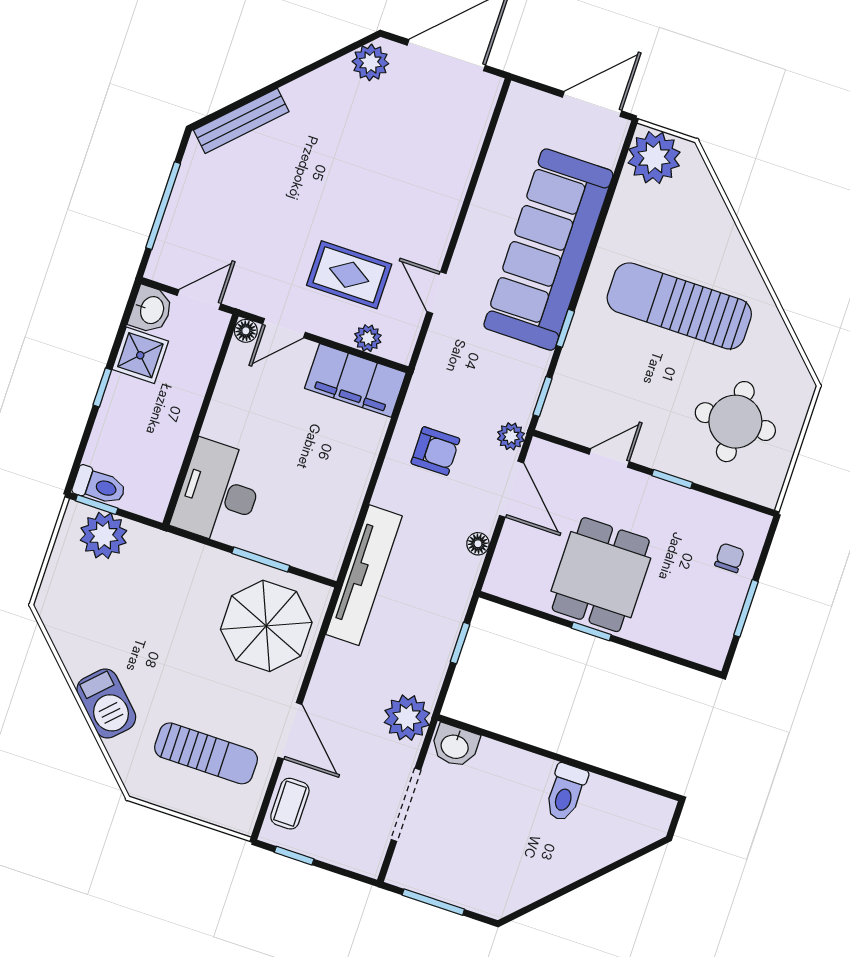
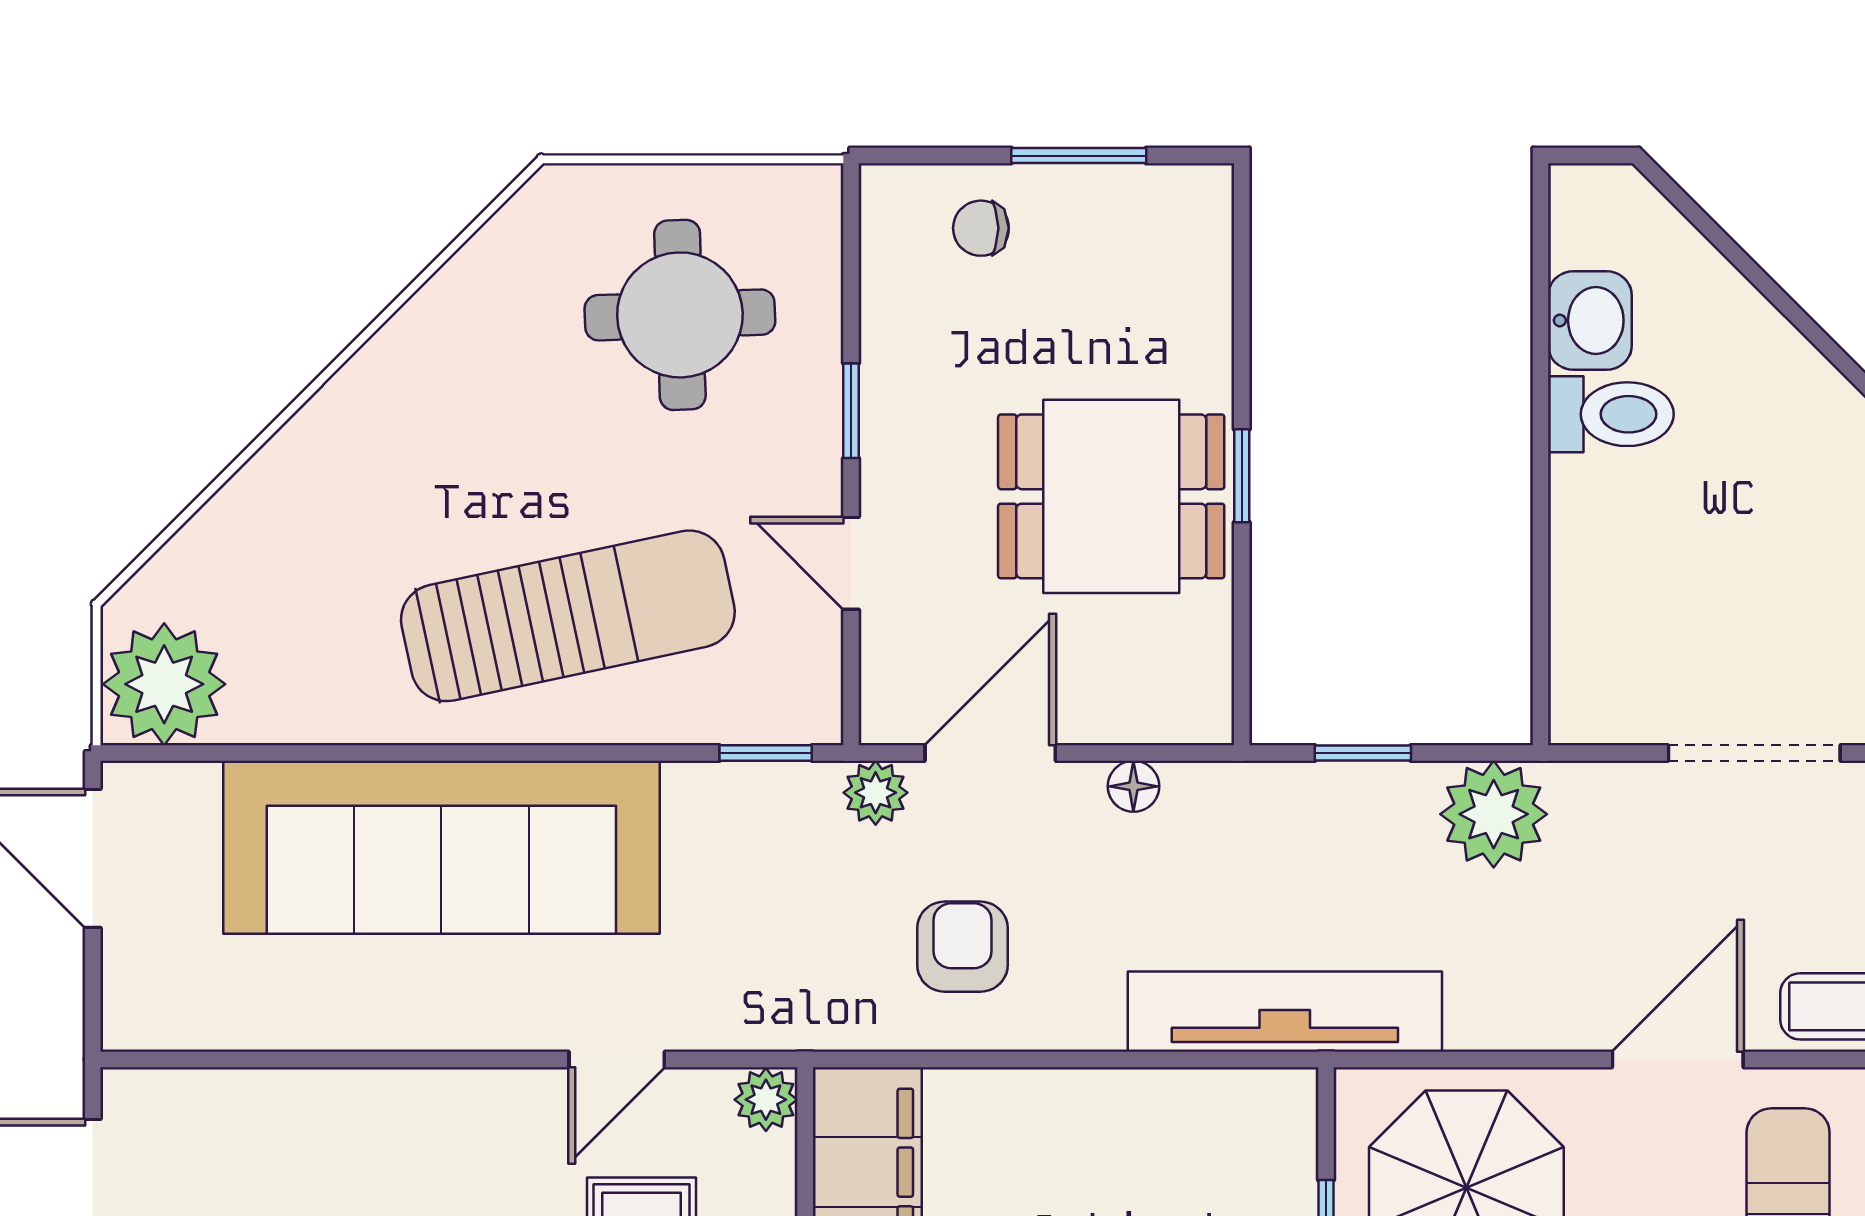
sun lounger: (679, 306) -> (568, 616), moved, turned -102
window: (565, 328) -> (601, 753), removed
plant: (368, 338) -> (766, 1100), moved
plant: (407, 718) -> (1494, 814), moved
washbasin: (455, 746) -> (1590, 320), moved

